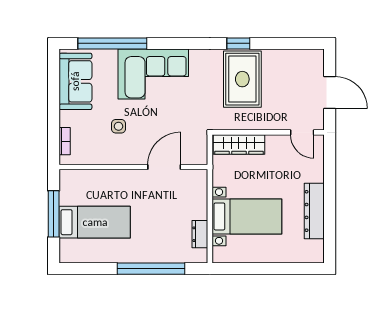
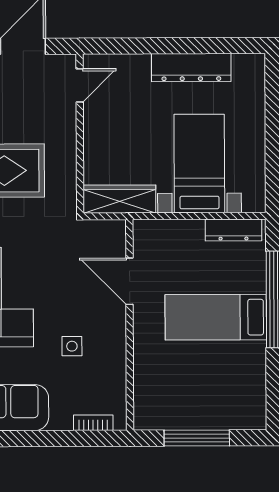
wardrobe: (239, 144) -> (119, 199), moved, turned -90
bed: (95, 222) -> (216, 317), moved, turned -90
dresser: (200, 234) -> (233, 230), width x1.44

